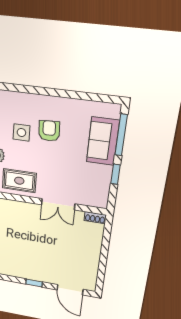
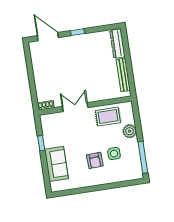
window: (121, 135) -> (46, 172), removed

